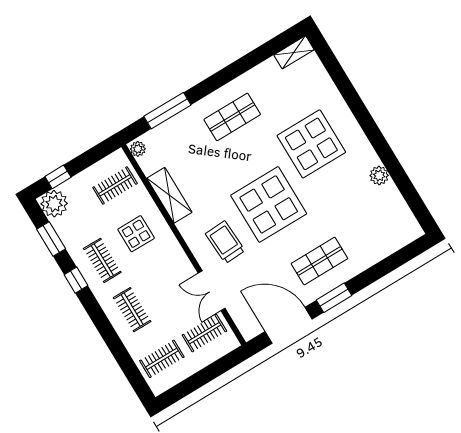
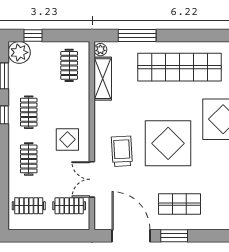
shop shelf: (232, 117) -> (179, 67), width x2.00, depth x1.36
clothes rail: (115, 185) -> (69, 65), turned 90
shelving: (169, 195) -> (103, 79), moved
display table: (136, 234) -> (67, 139), moved

